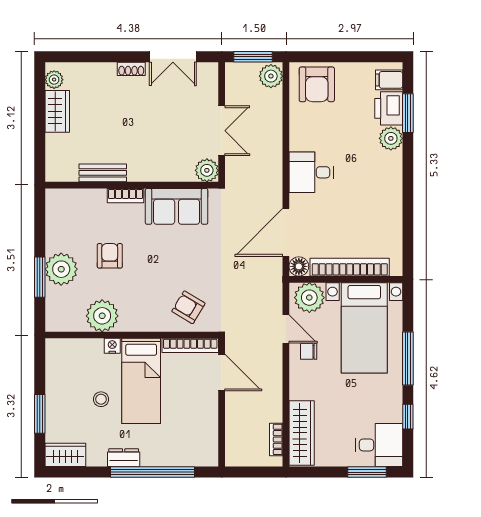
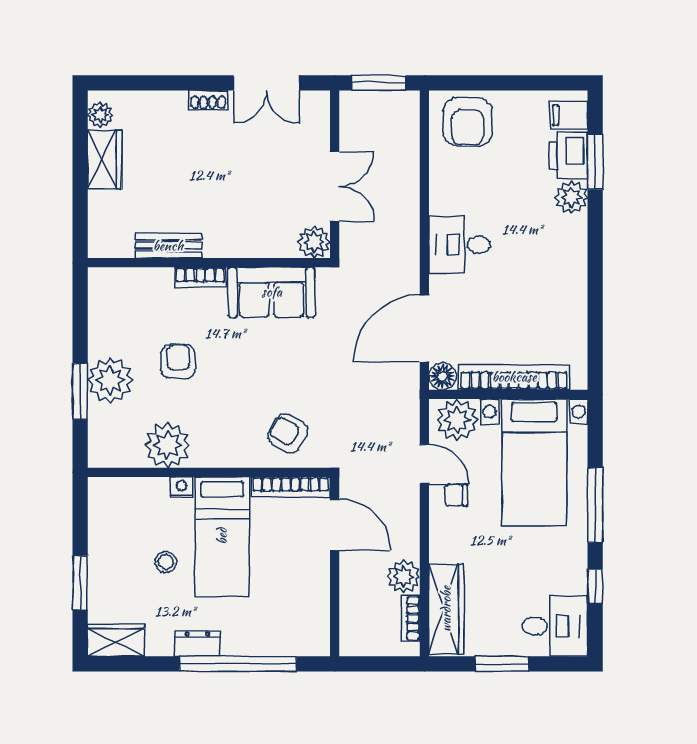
plant: (271, 76) -> (404, 577), moved
window: (367, 472) -> (502, 664), moved

